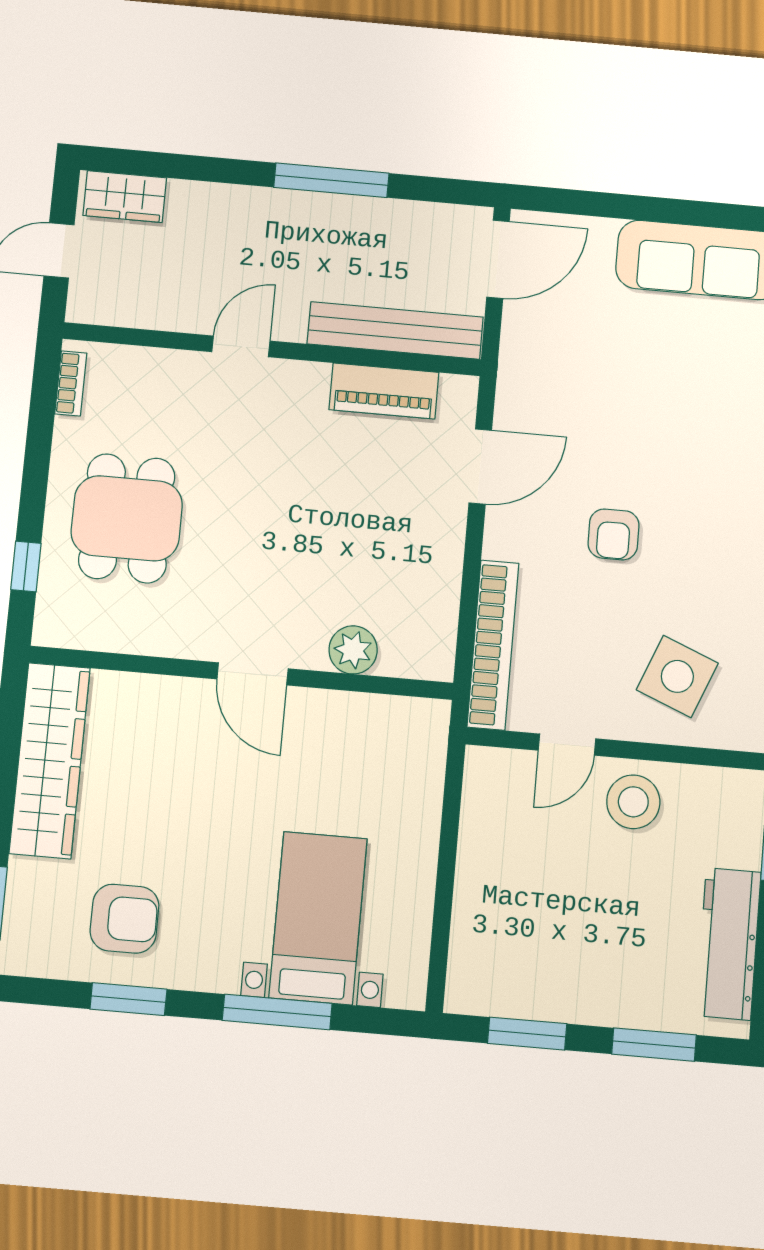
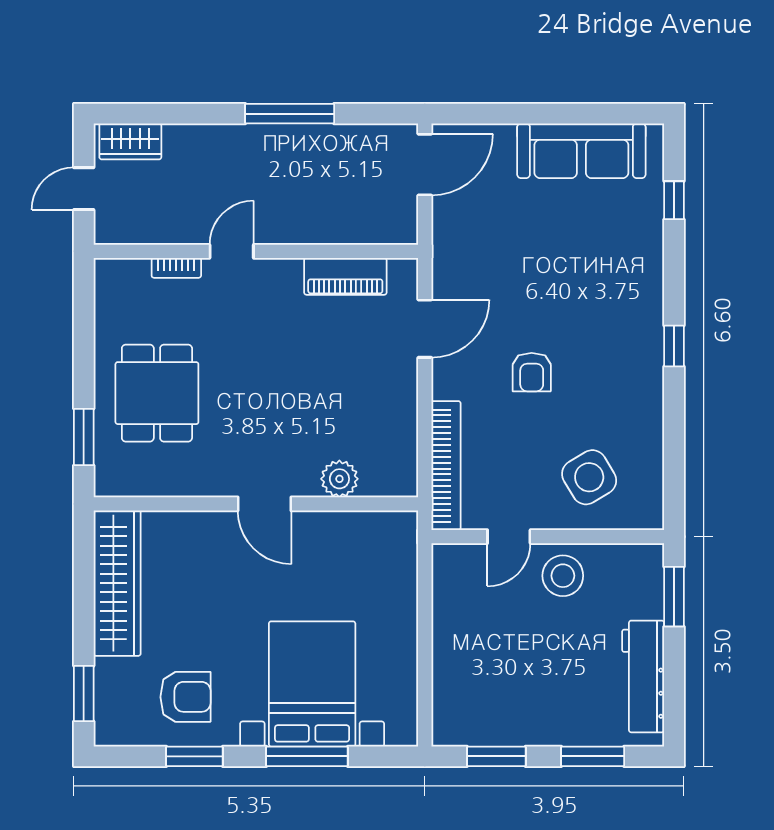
bench: (395, 330) -> (350, 228), removed
bookcase: (71, 383) -> (176, 268), moved, turned 90
window: (26, 566) -> (84, 437), width x1.50
side table: (677, 676) -> (589, 477), turned 37
bed with nightstands: (318, 918) -> (312, 684), width x1.36

